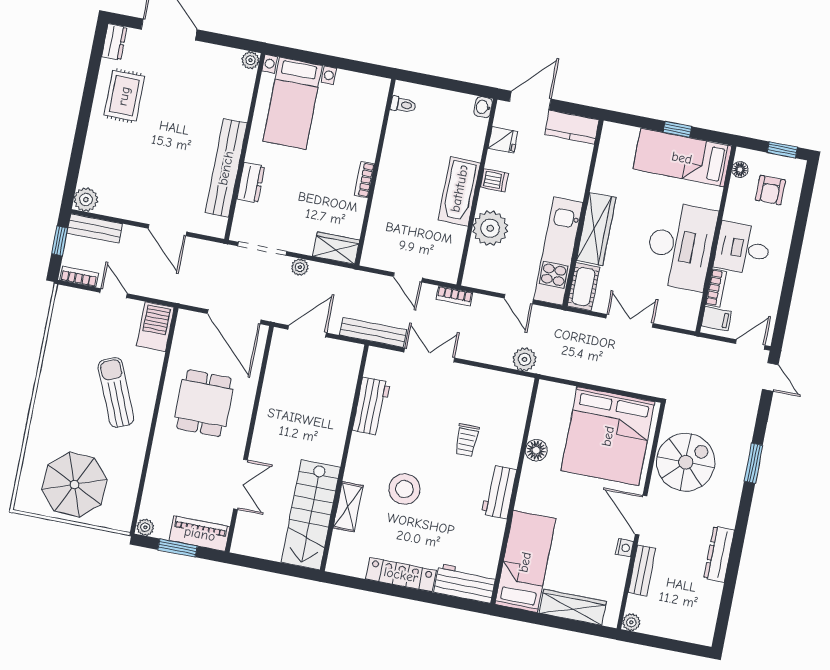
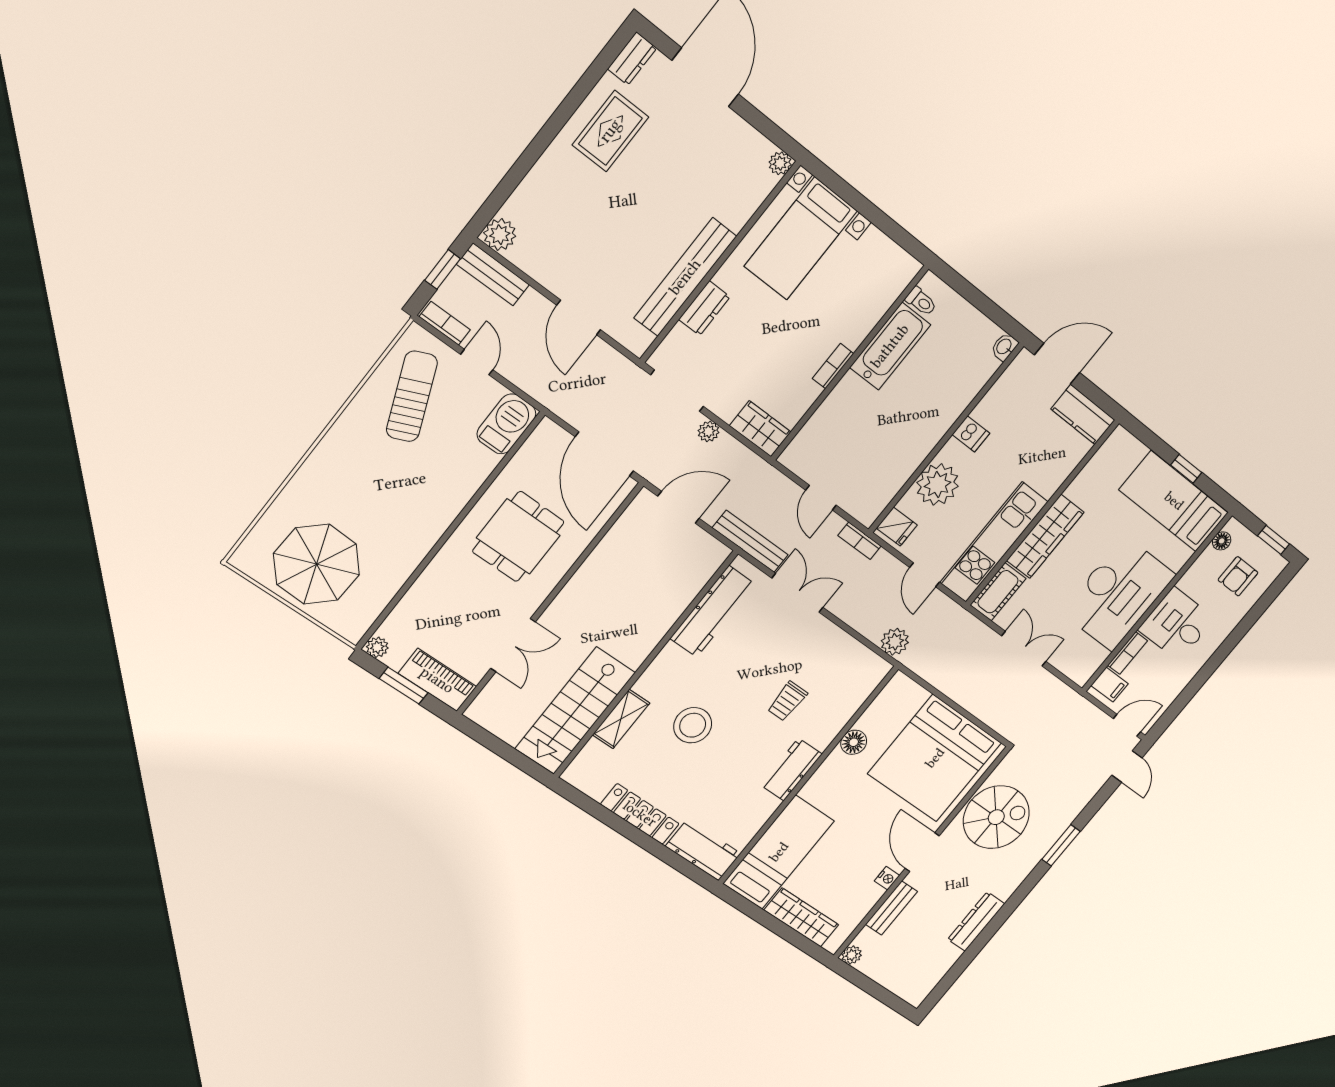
fridge: (503, 140) -> (897, 527), moved
bathtub: (459, 191) -> (890, 346), moved, turned 180
sun lounger: (116, 392) -> (412, 396), moved
workbench: (371, 406) -> (713, 611), width x1.37

